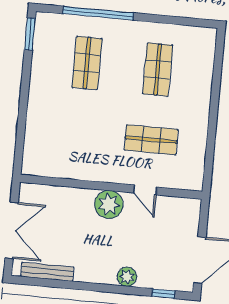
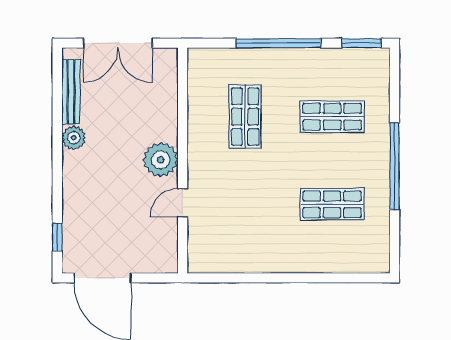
window: (98, 13) -> (395, 166), moved
window: (24, 101) -> (279, 43), added
shop shelf: (151, 140) -> (245, 117), moved
plant: (127, 277) -> (74, 138), moved

